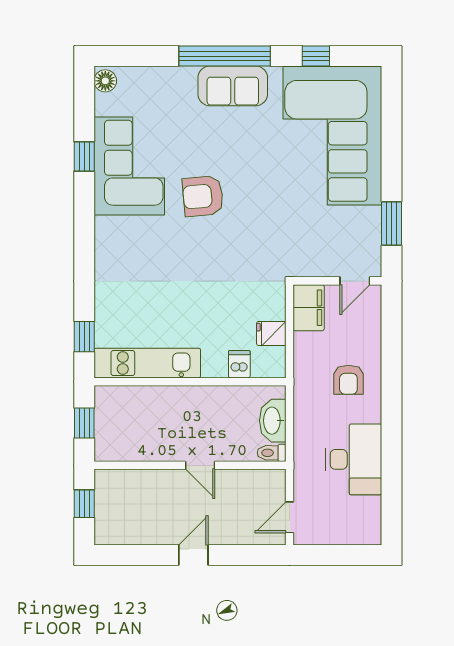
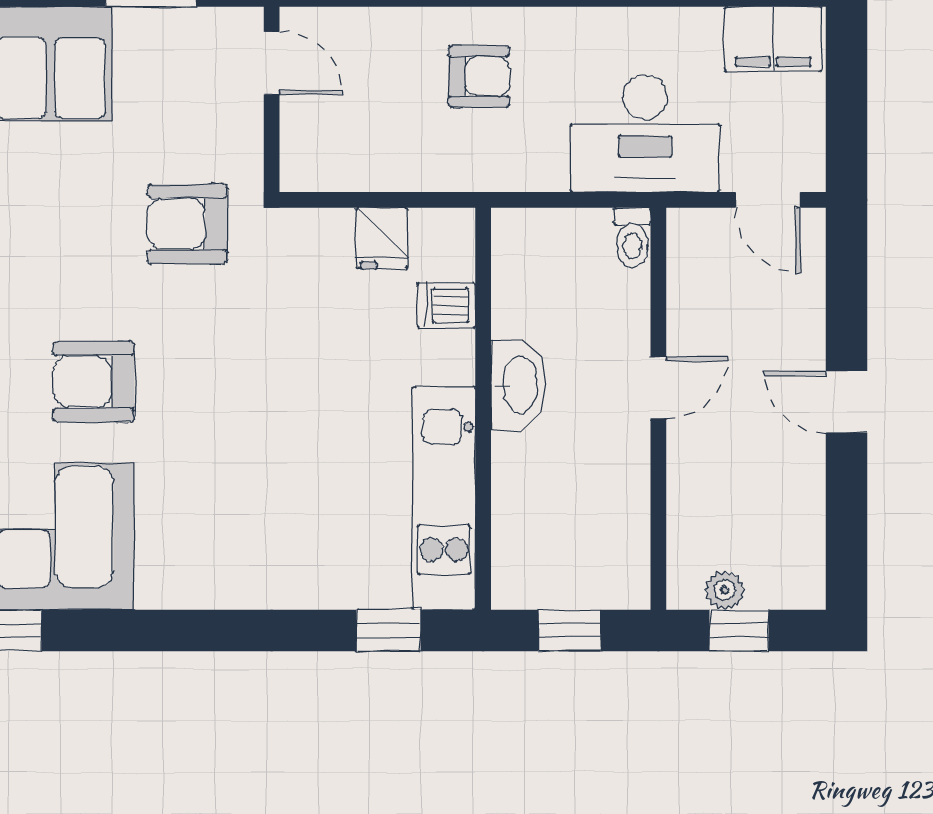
armchair: (203, 196) -> (94, 382), turned 95
armchair: (278, 241) -> (187, 224), added
filing cabinet: (309, 308) -> (773, 39), moved, turned 180
washbasin: (273, 421) -> (518, 385), moved, turned -90
desk: (354, 459) -> (645, 134), moved, turned 180
plant: (104, 497) -> (725, 590), added

